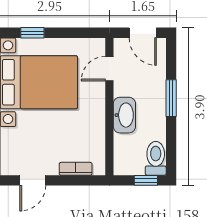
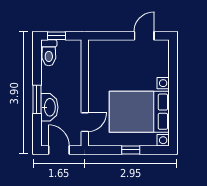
window: (32, 33) -> (131, 150), moved
washbasin: (124, 115) -> (49, 107), moved, turned 180
bookcase: (76, 169) -> (111, 45), removed

